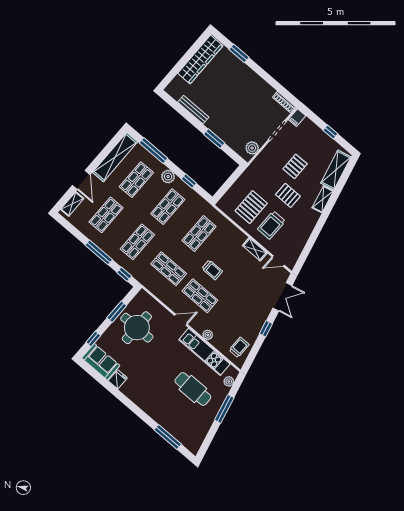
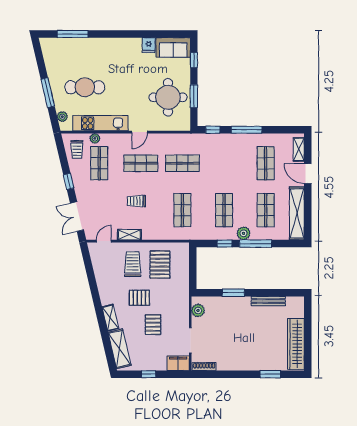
filing cabinet: (297, 118) -> (178, 363), width x2.00
window: (153, 151) -> (256, 244), moved
shop shelf: (137, 242) -> (99, 163), moved
trolley: (212, 270) -> (136, 201), moved
plant: (208, 335) -> (95, 138), moved

